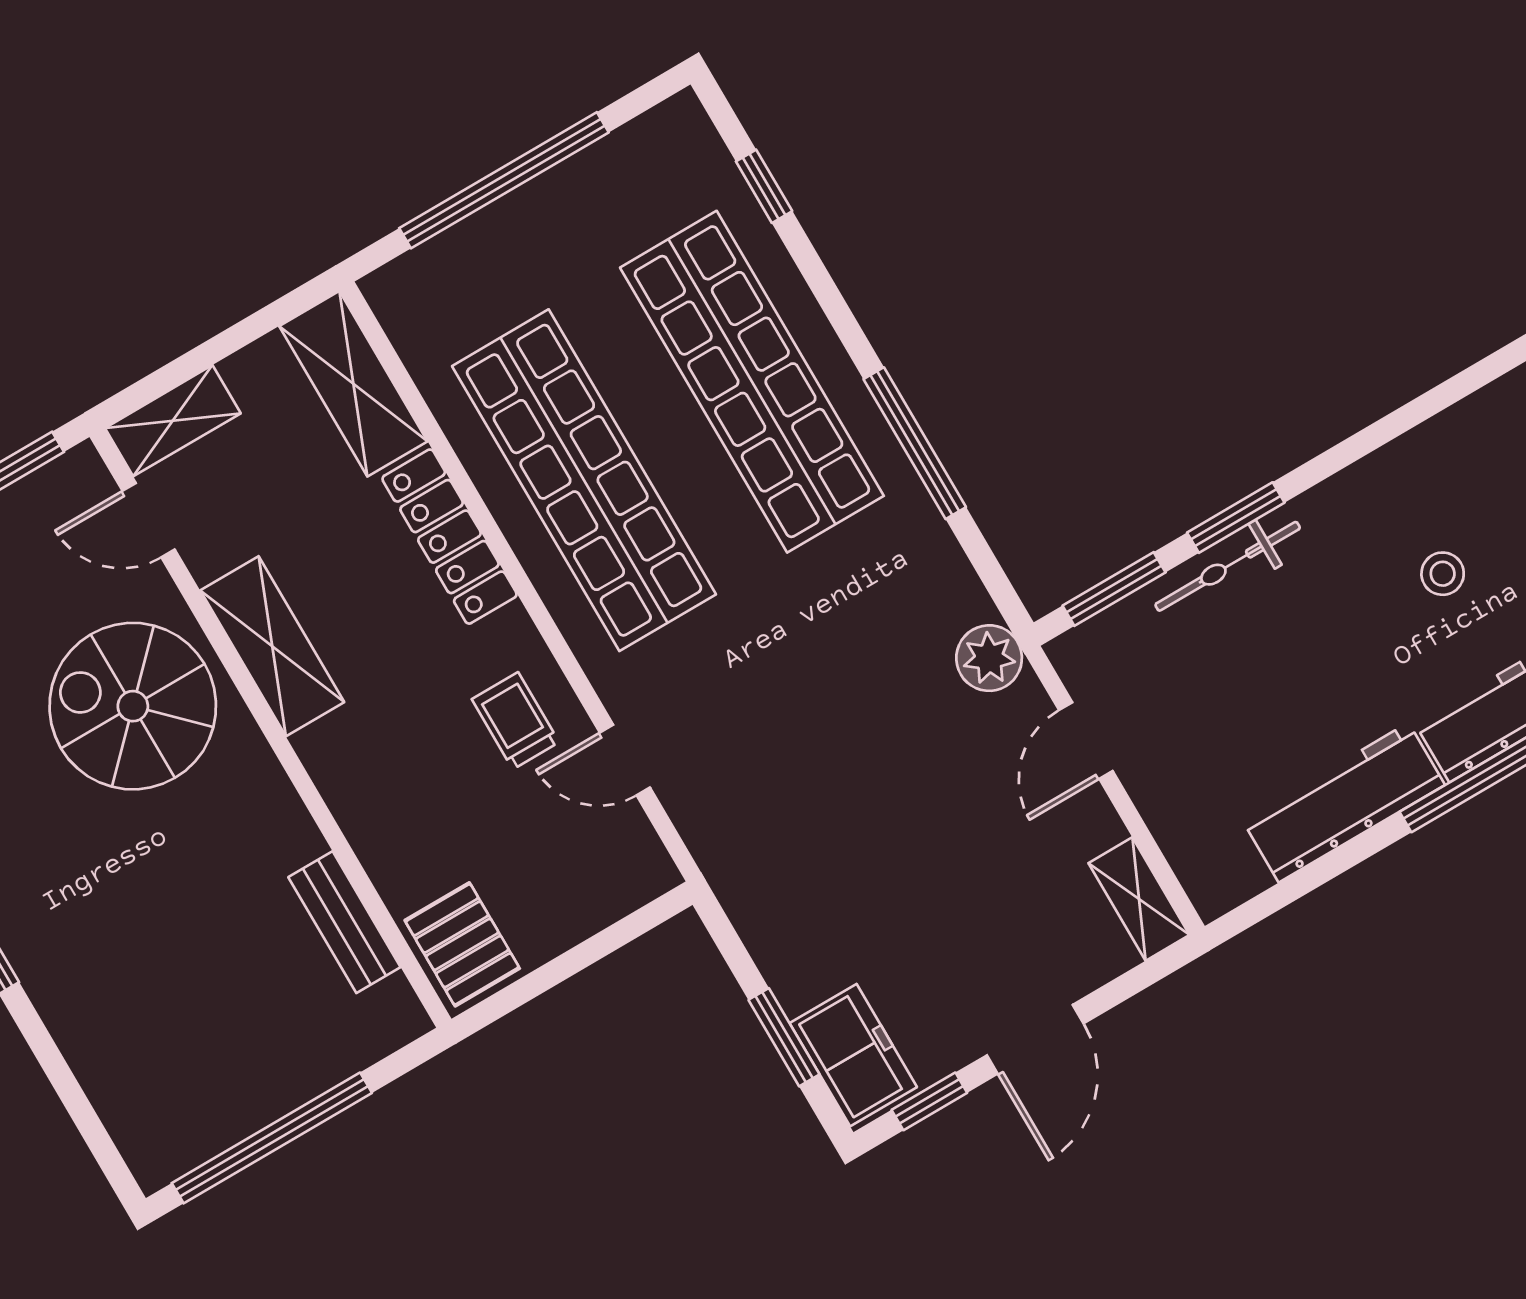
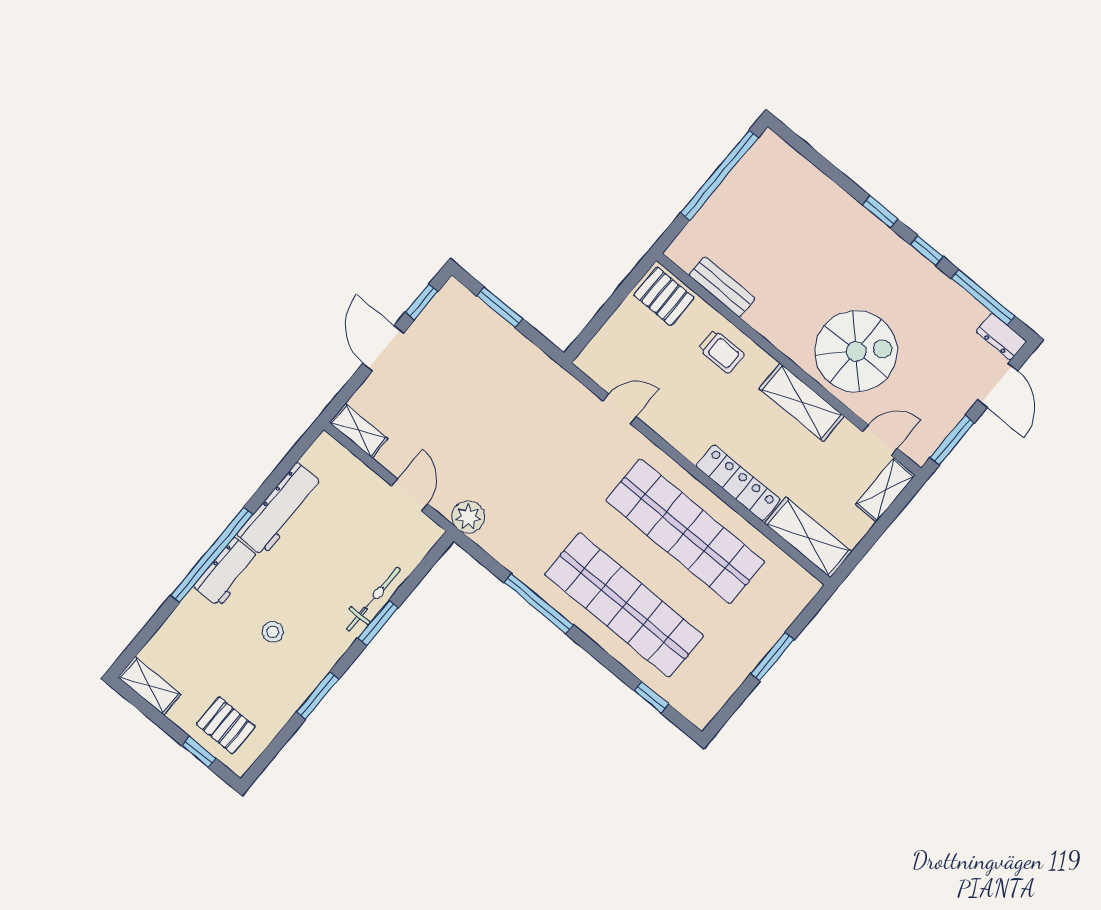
window: (504, 180) -> (773, 657), width x0.47
window: (1114, 589) -> (318, 695), moved
trolley: (515, 721) -> (721, 351), moved
freezer: (853, 1055) -> (465, 311), removed

